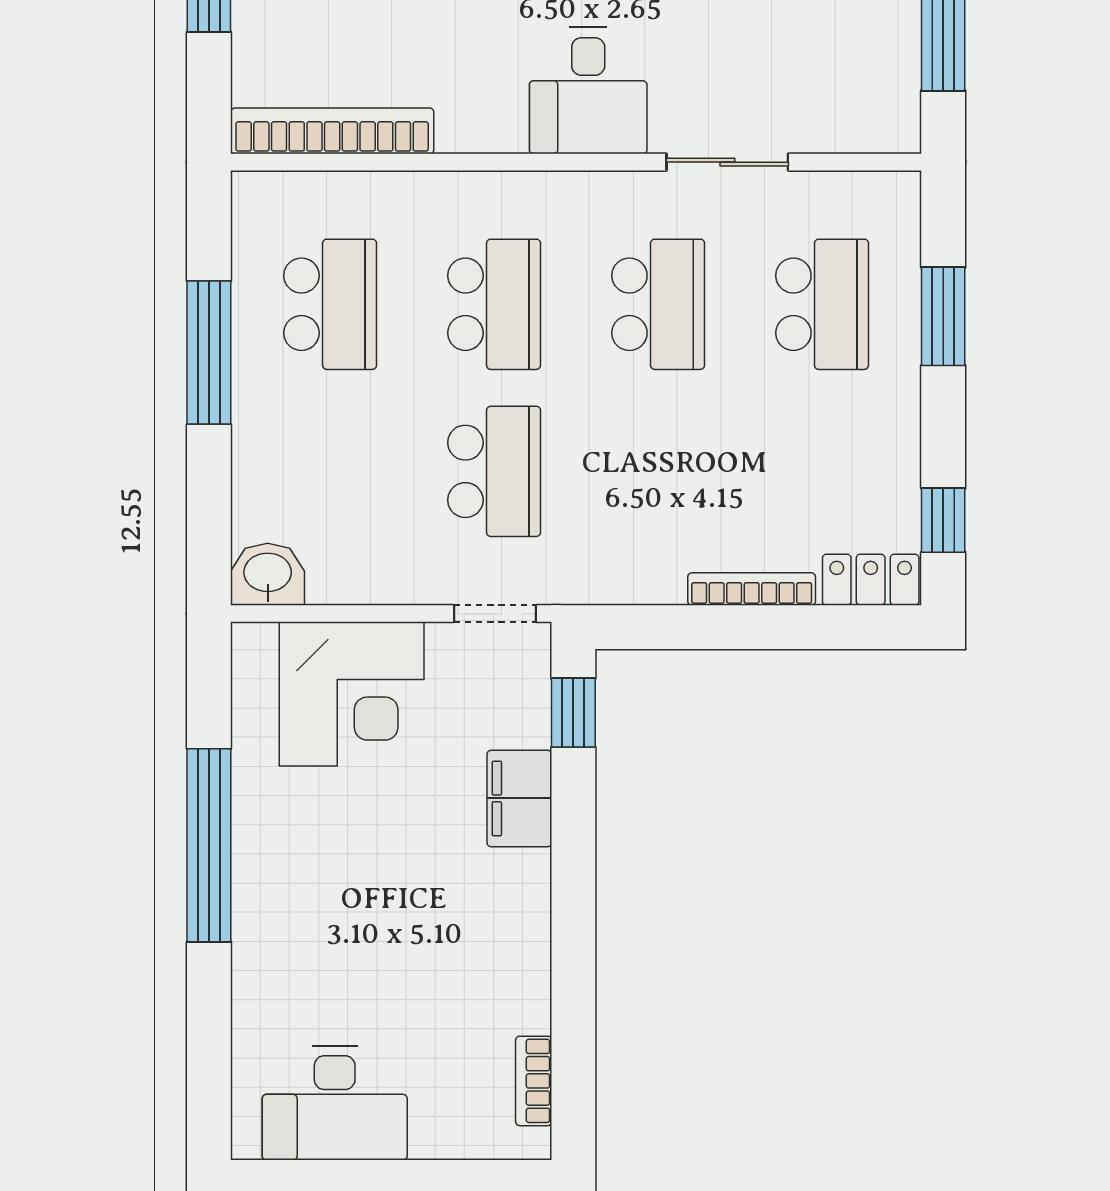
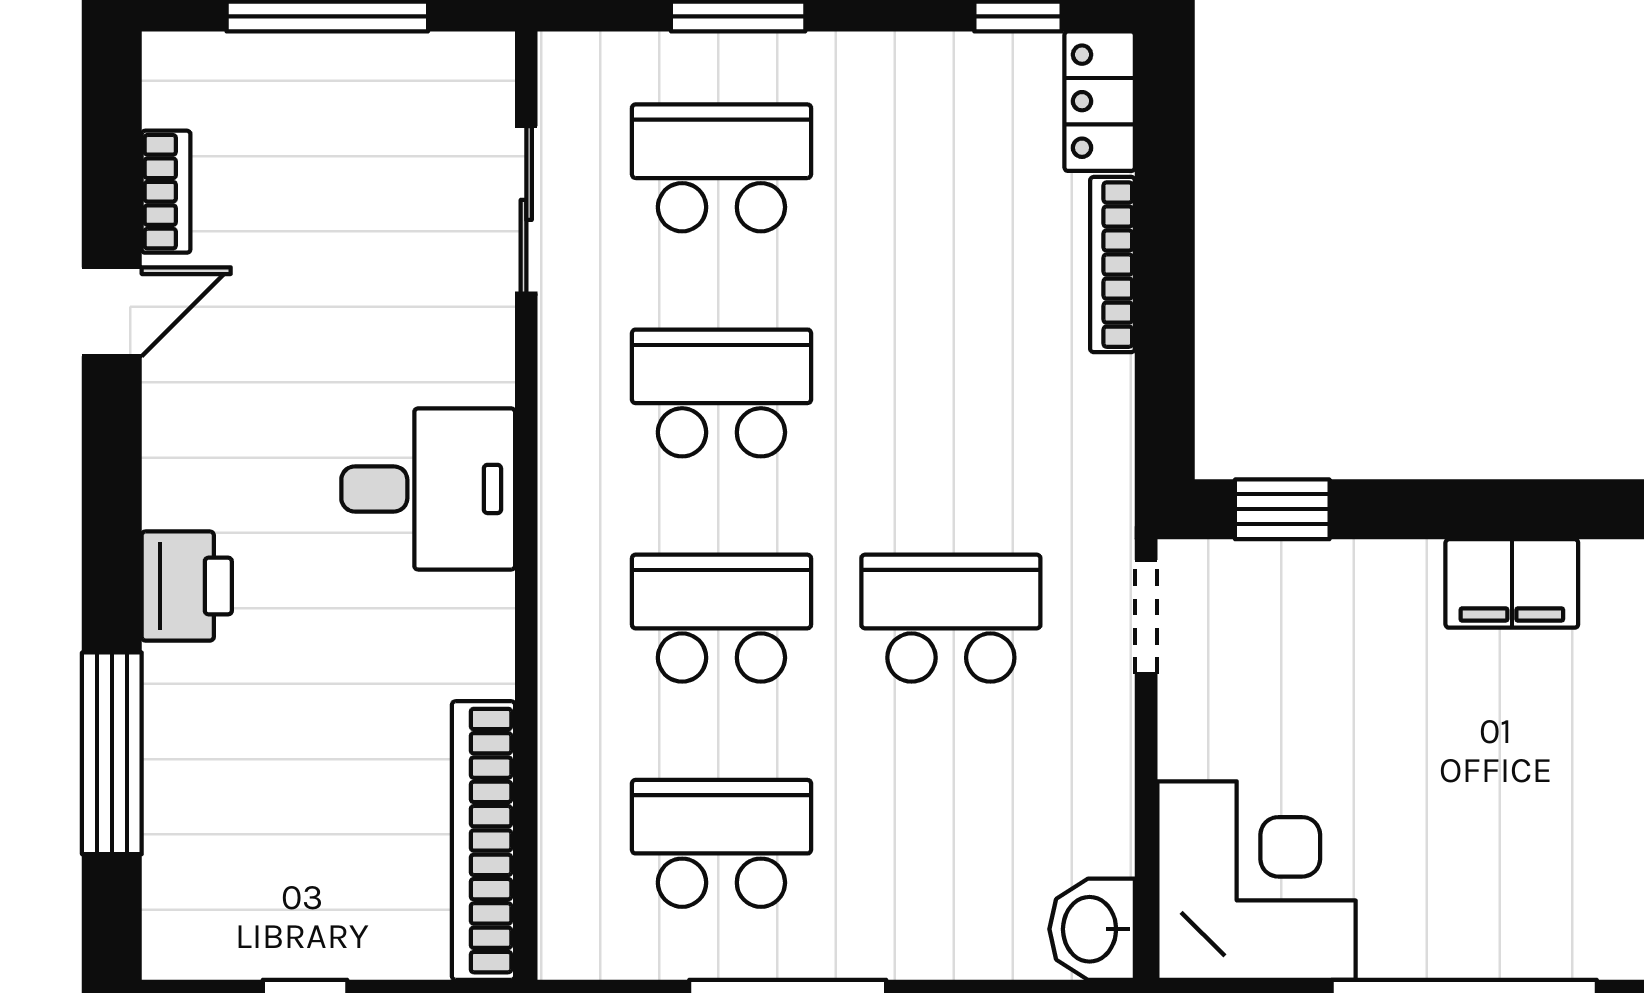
sliding door: (727, 162) -> (526, 210), moved
corner desk: (352, 694) -> (1257, 881), moved
filing cabinet: (519, 798) -> (1512, 583), moved

